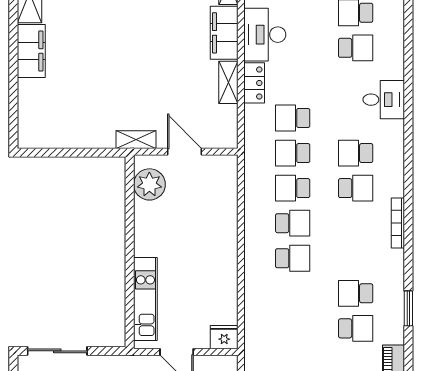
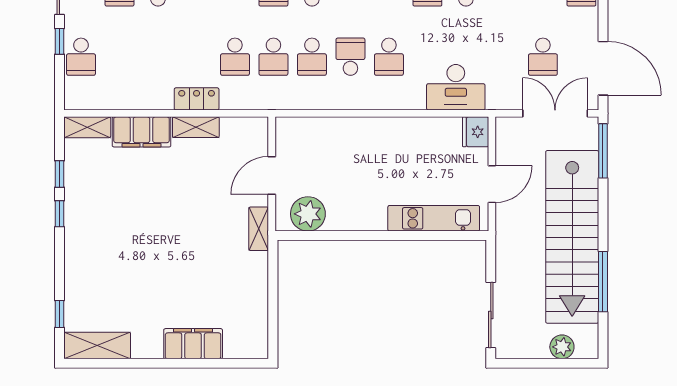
desk: (265, 35) -> (456, 87), moved
filing cabinet: (31, 51) -> (193, 344), moved
school desk: (293, 258) -> (389, 57), turned 180

